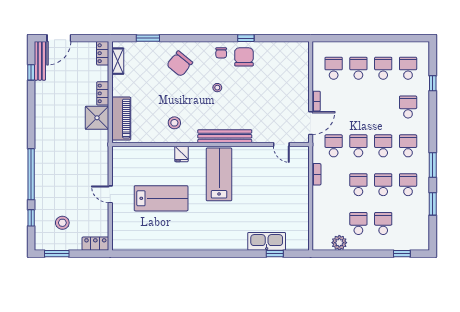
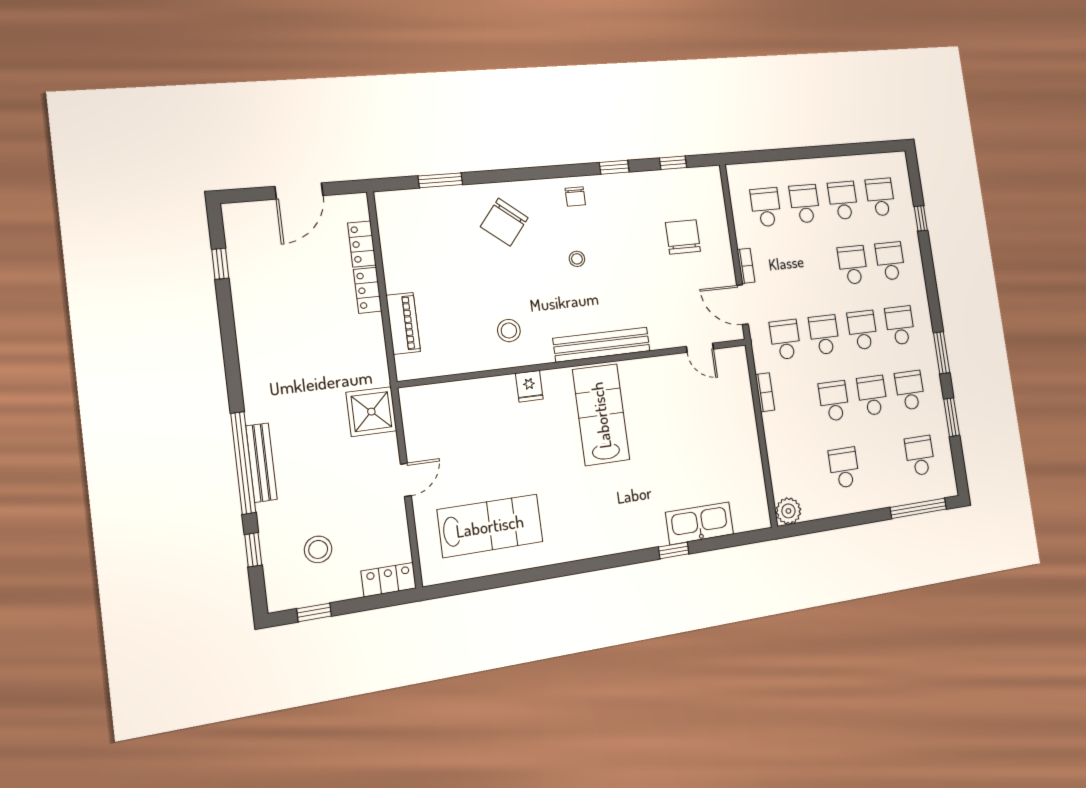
door: (59, 38) -> (299, 191), moved
window: (281, 38) -> (673, 163), added
locker: (103, 53) -> (362, 244), moved
chair: (244, 57) -> (683, 237), moved
bench: (40, 61) -> (261, 463), moved
shelving: (118, 61) -> (389, 227), removed
school desk: (383, 107) -> (853, 265), added
shower: (97, 118) -> (371, 412), moved
piano: (121, 119) -> (403, 323), width x0.73, depth x0.75
door: (311, 123) -> (743, 305), swing flipped
door: (110, 194) -> (406, 480), swing flipped
lab bench: (161, 198) -> (490, 526), moved
school desk: (383, 223) -> (920, 456), moved
plant: (339, 243) -> (788, 511), moved
window: (57, 254) -> (314, 612), width x0.67
window: (275, 254) -> (674, 550), moved
window: (402, 254) -> (918, 508), width x2.17

